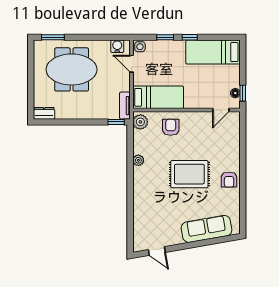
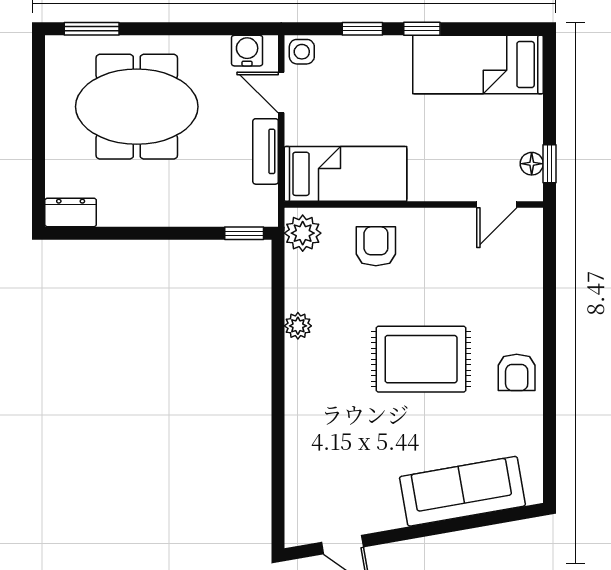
tv unit: (125, 106) -> (266, 151), moved

